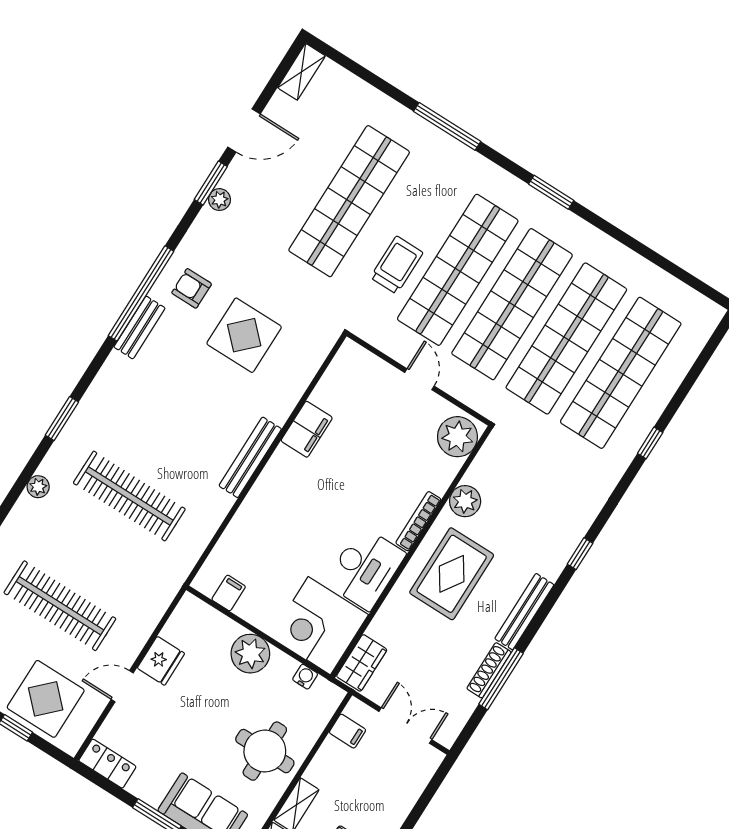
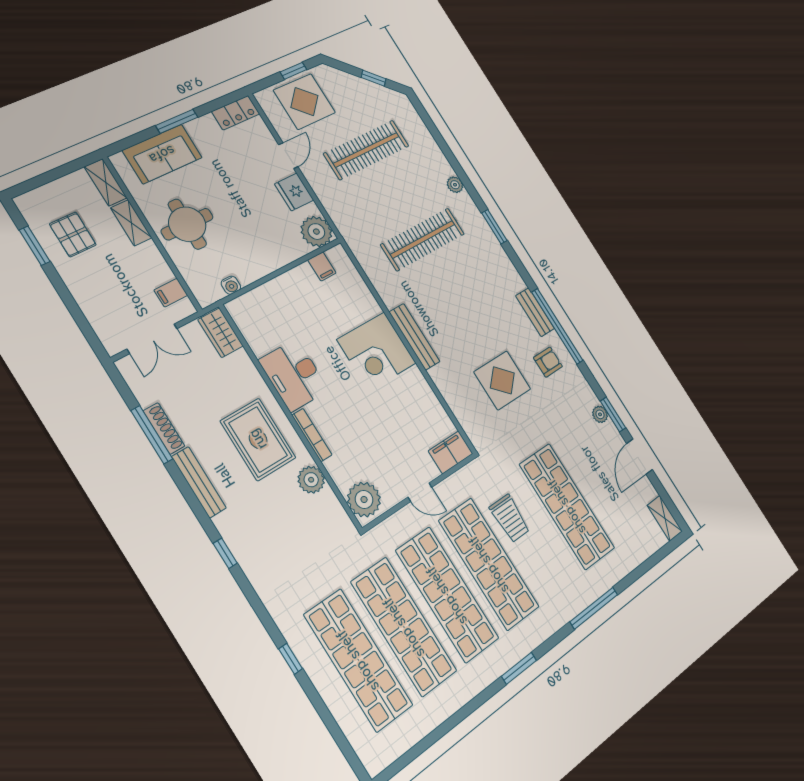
filing cabinet: (307, 429) -> (451, 452), moved, turned 90
corner desk: (319, 626) -> (377, 351), moved, turned 180
plant: (250, 654) -> (316, 232), moved

